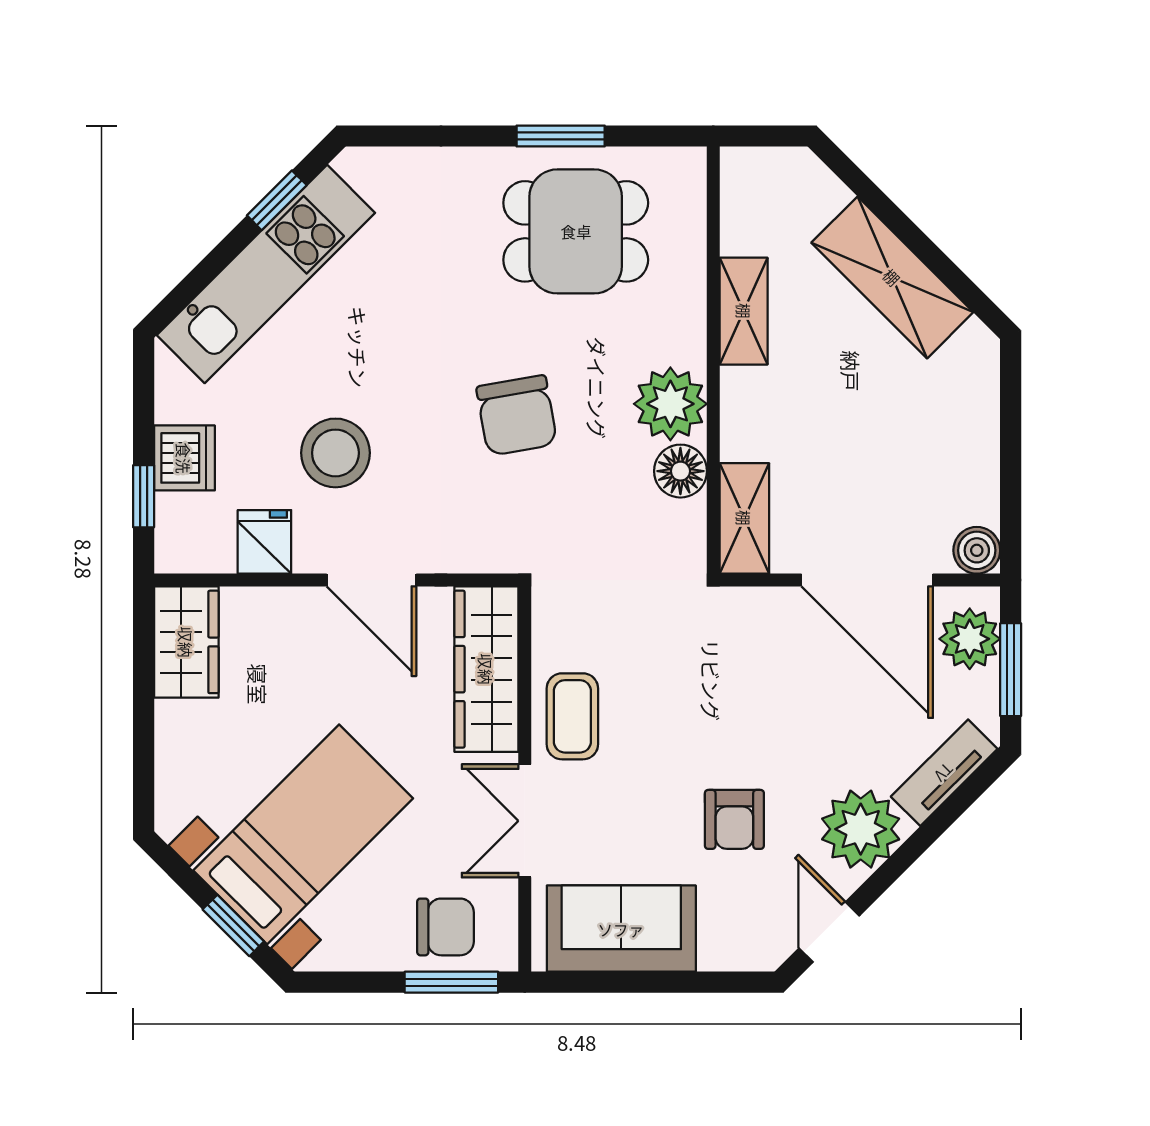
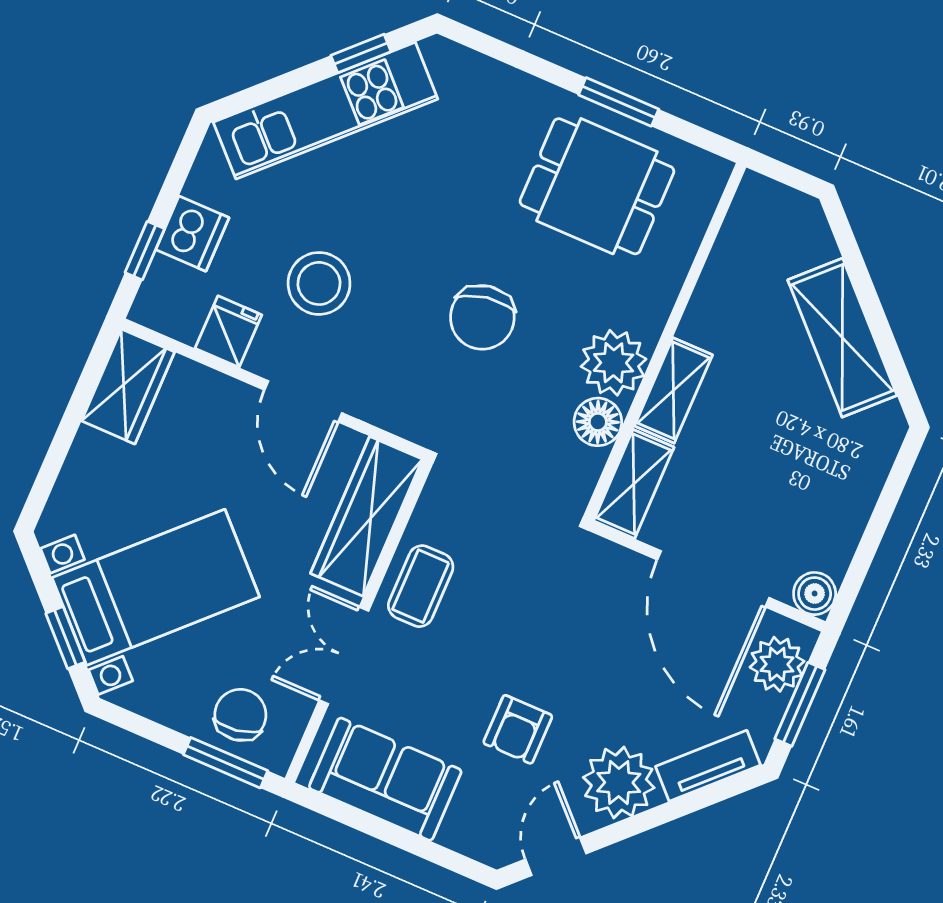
shelving: (744, 311) -> (673, 390), moved
chair: (445, 927) -> (240, 715), turned -99

